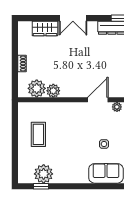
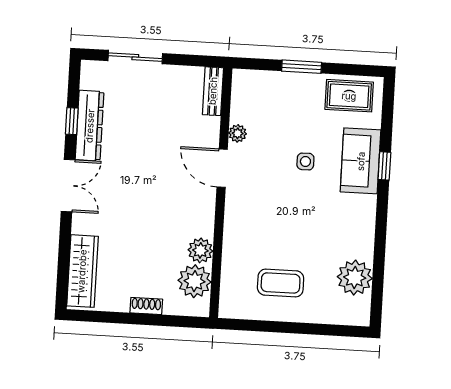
double door: (73, 18) -> (68, 186), moved
wardrobe: (45, 28) -> (82, 271), width x1.50
window: (41, 186) -> (384, 166), moved

